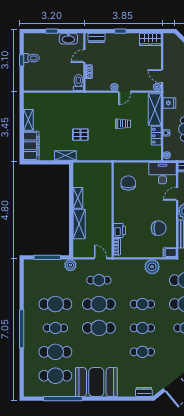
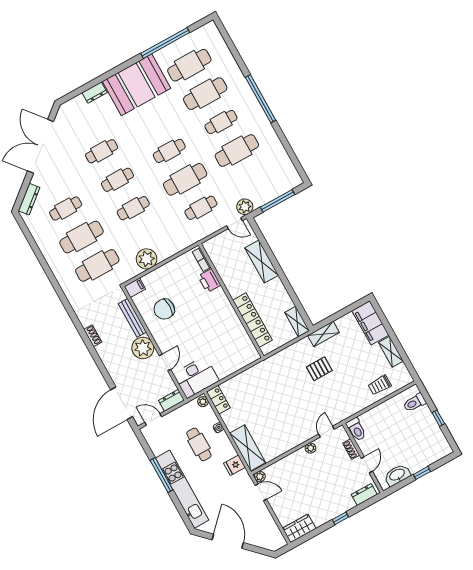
toilet: (31, 58) -> (415, 403), moved
door: (125, 92) -> (326, 432), moved
trolley: (123, 124) -> (380, 385), moved
locker: (156, 136) -> (218, 400), moved
chair: (128, 183) -> (230, 343), removed
locker: (106, 190) -> (252, 320), added
shelving: (78, 198) -> (297, 322), moved
door: (100, 258) -> (235, 223), moved
cafe table: (99, 328) -> (169, 151), width x0.73, depth x0.74
dresser: (144, 392) -> (95, 93), moved

